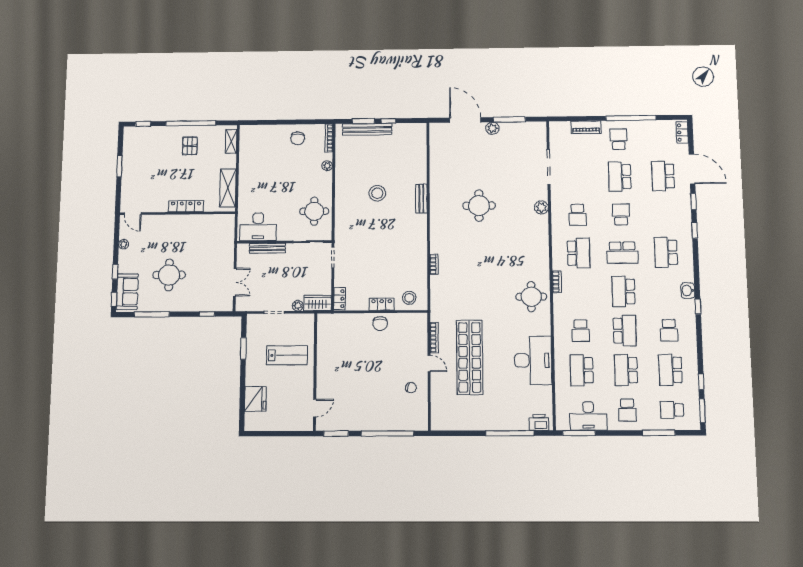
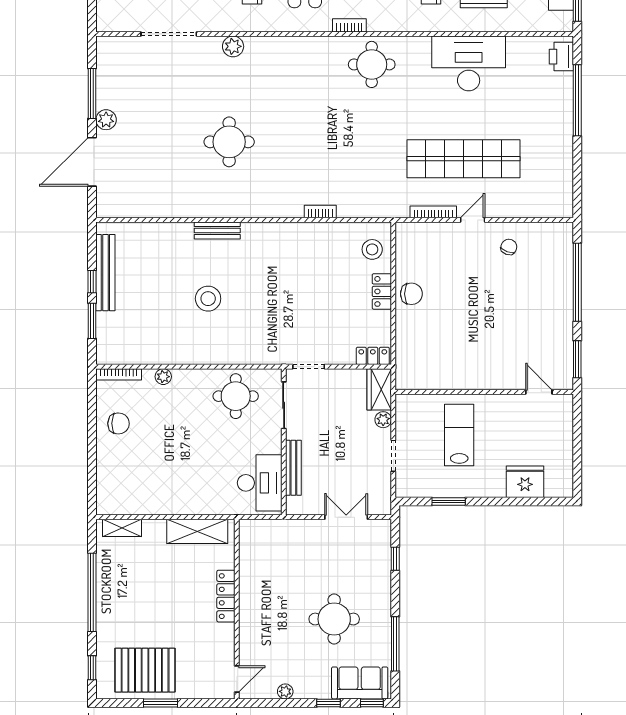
bench: (367, 129) -> (105, 273), moved
pallet: (190, 146) -> (145, 670), moved, width x2.05, depth x2.00

